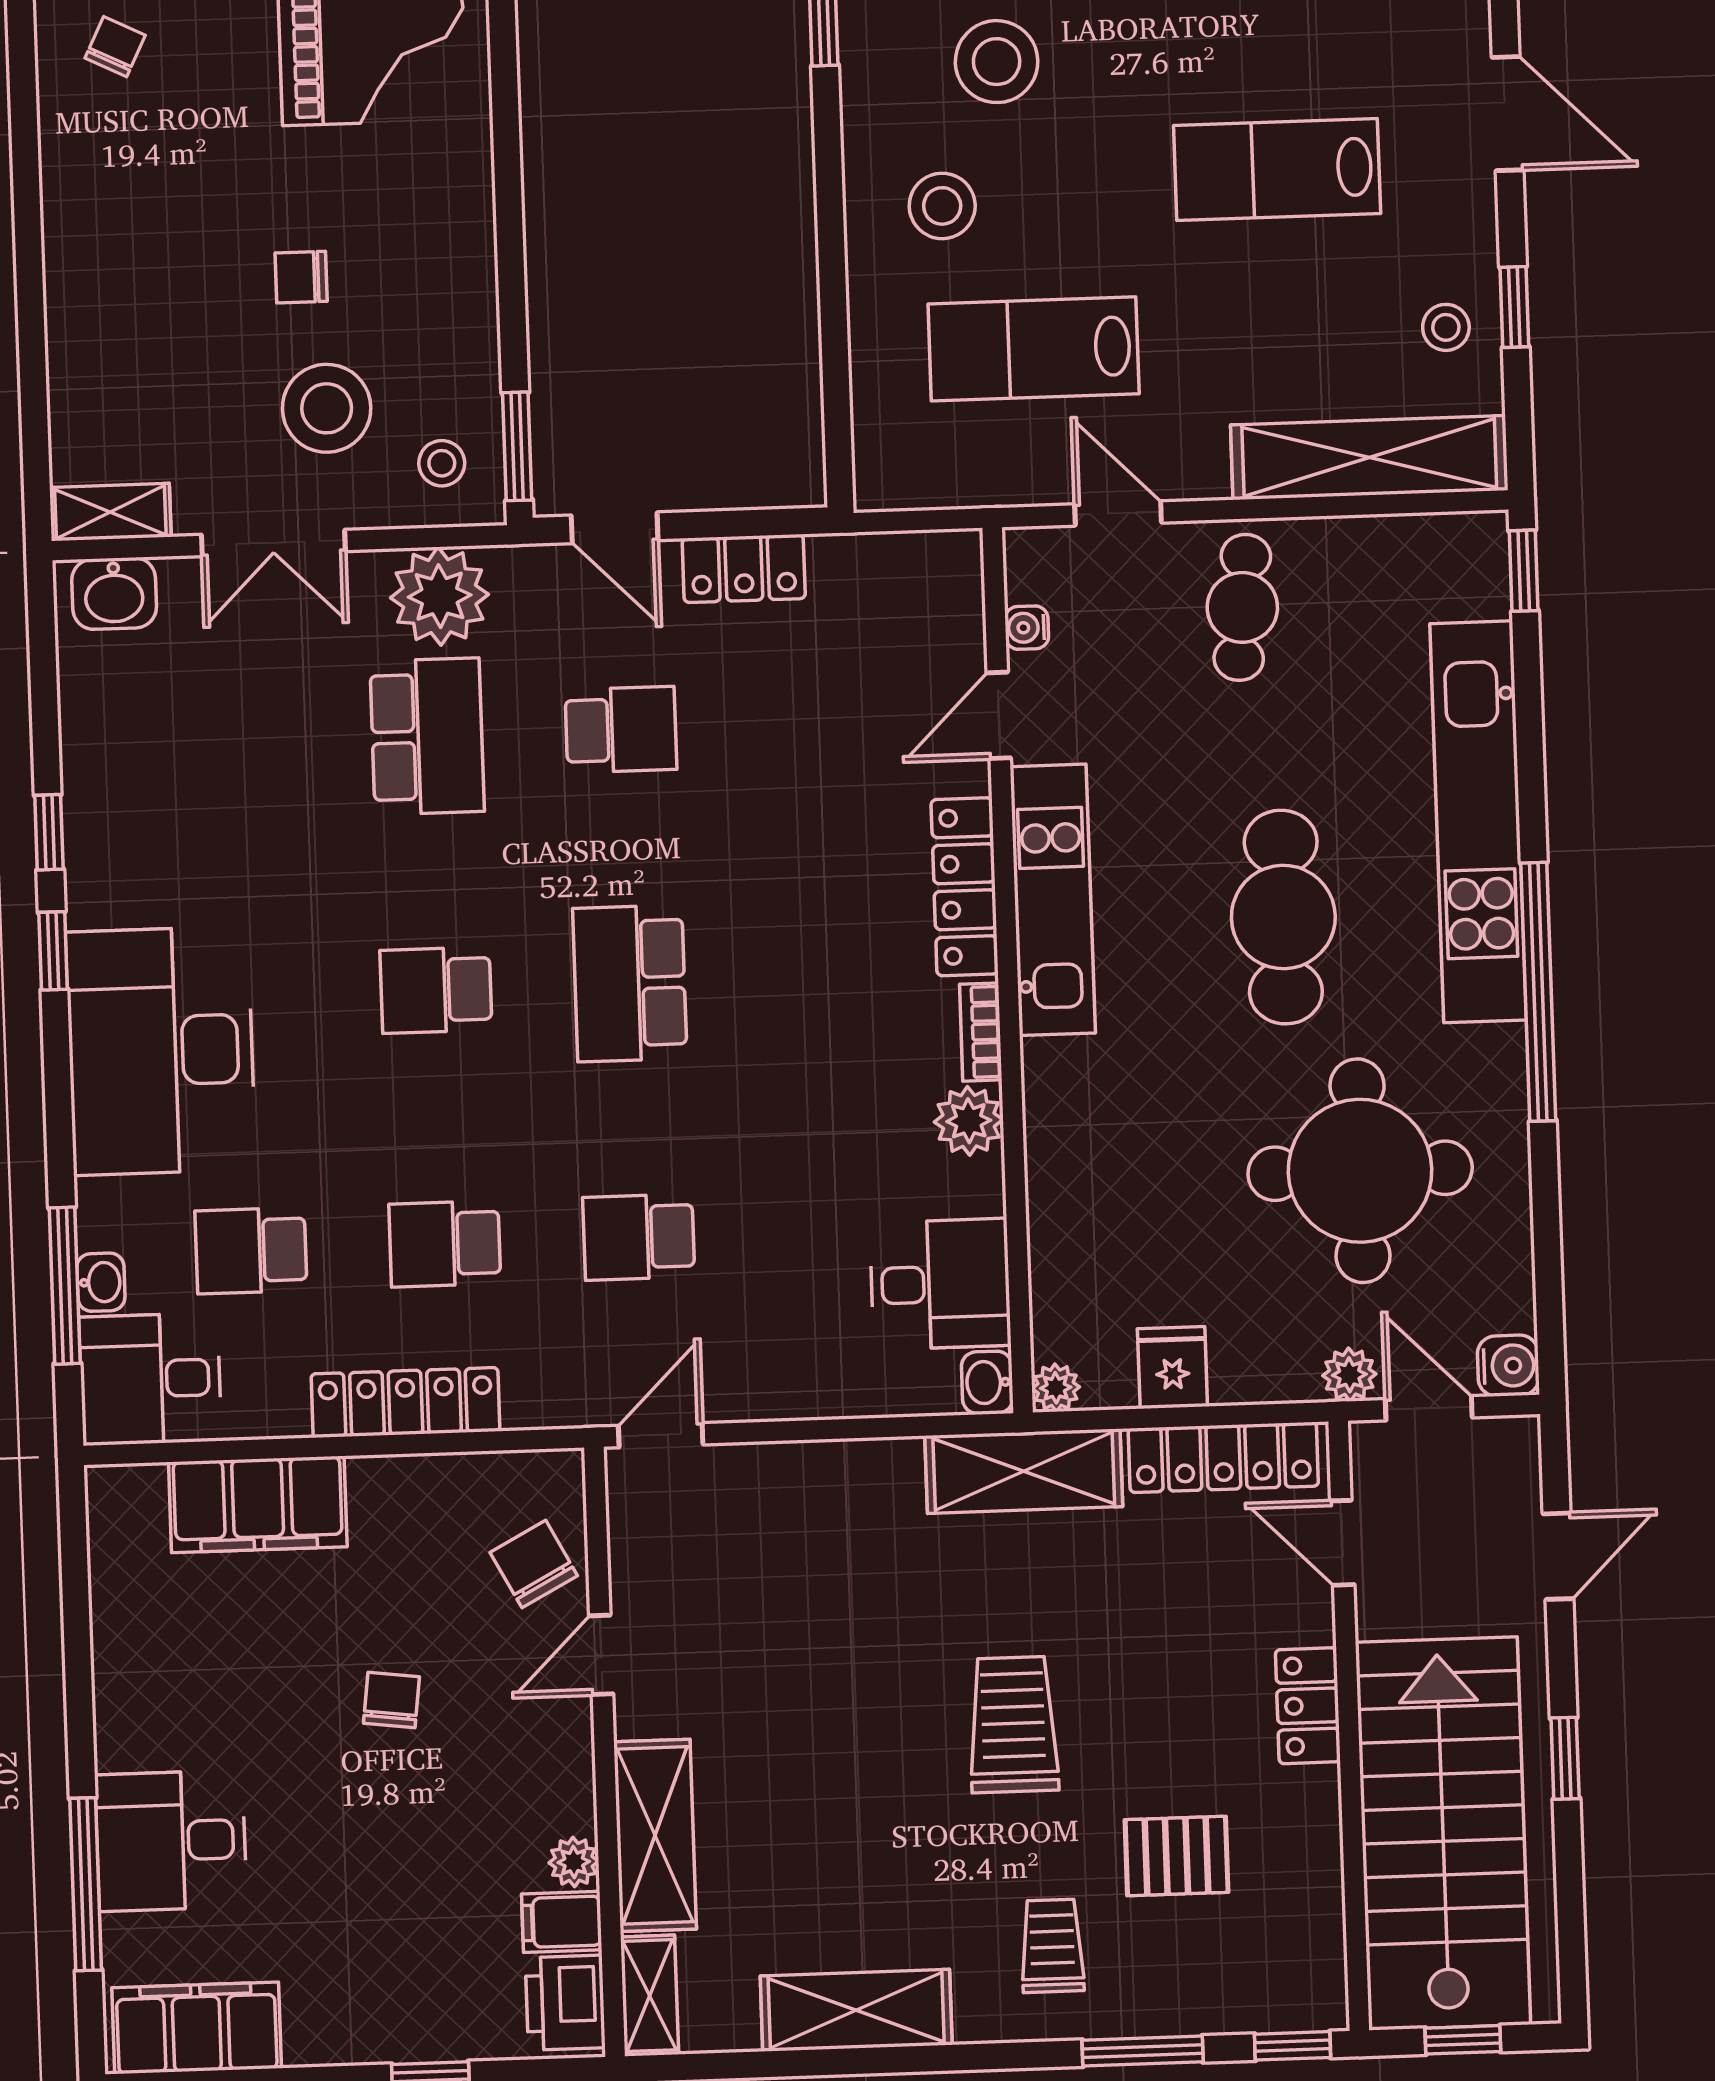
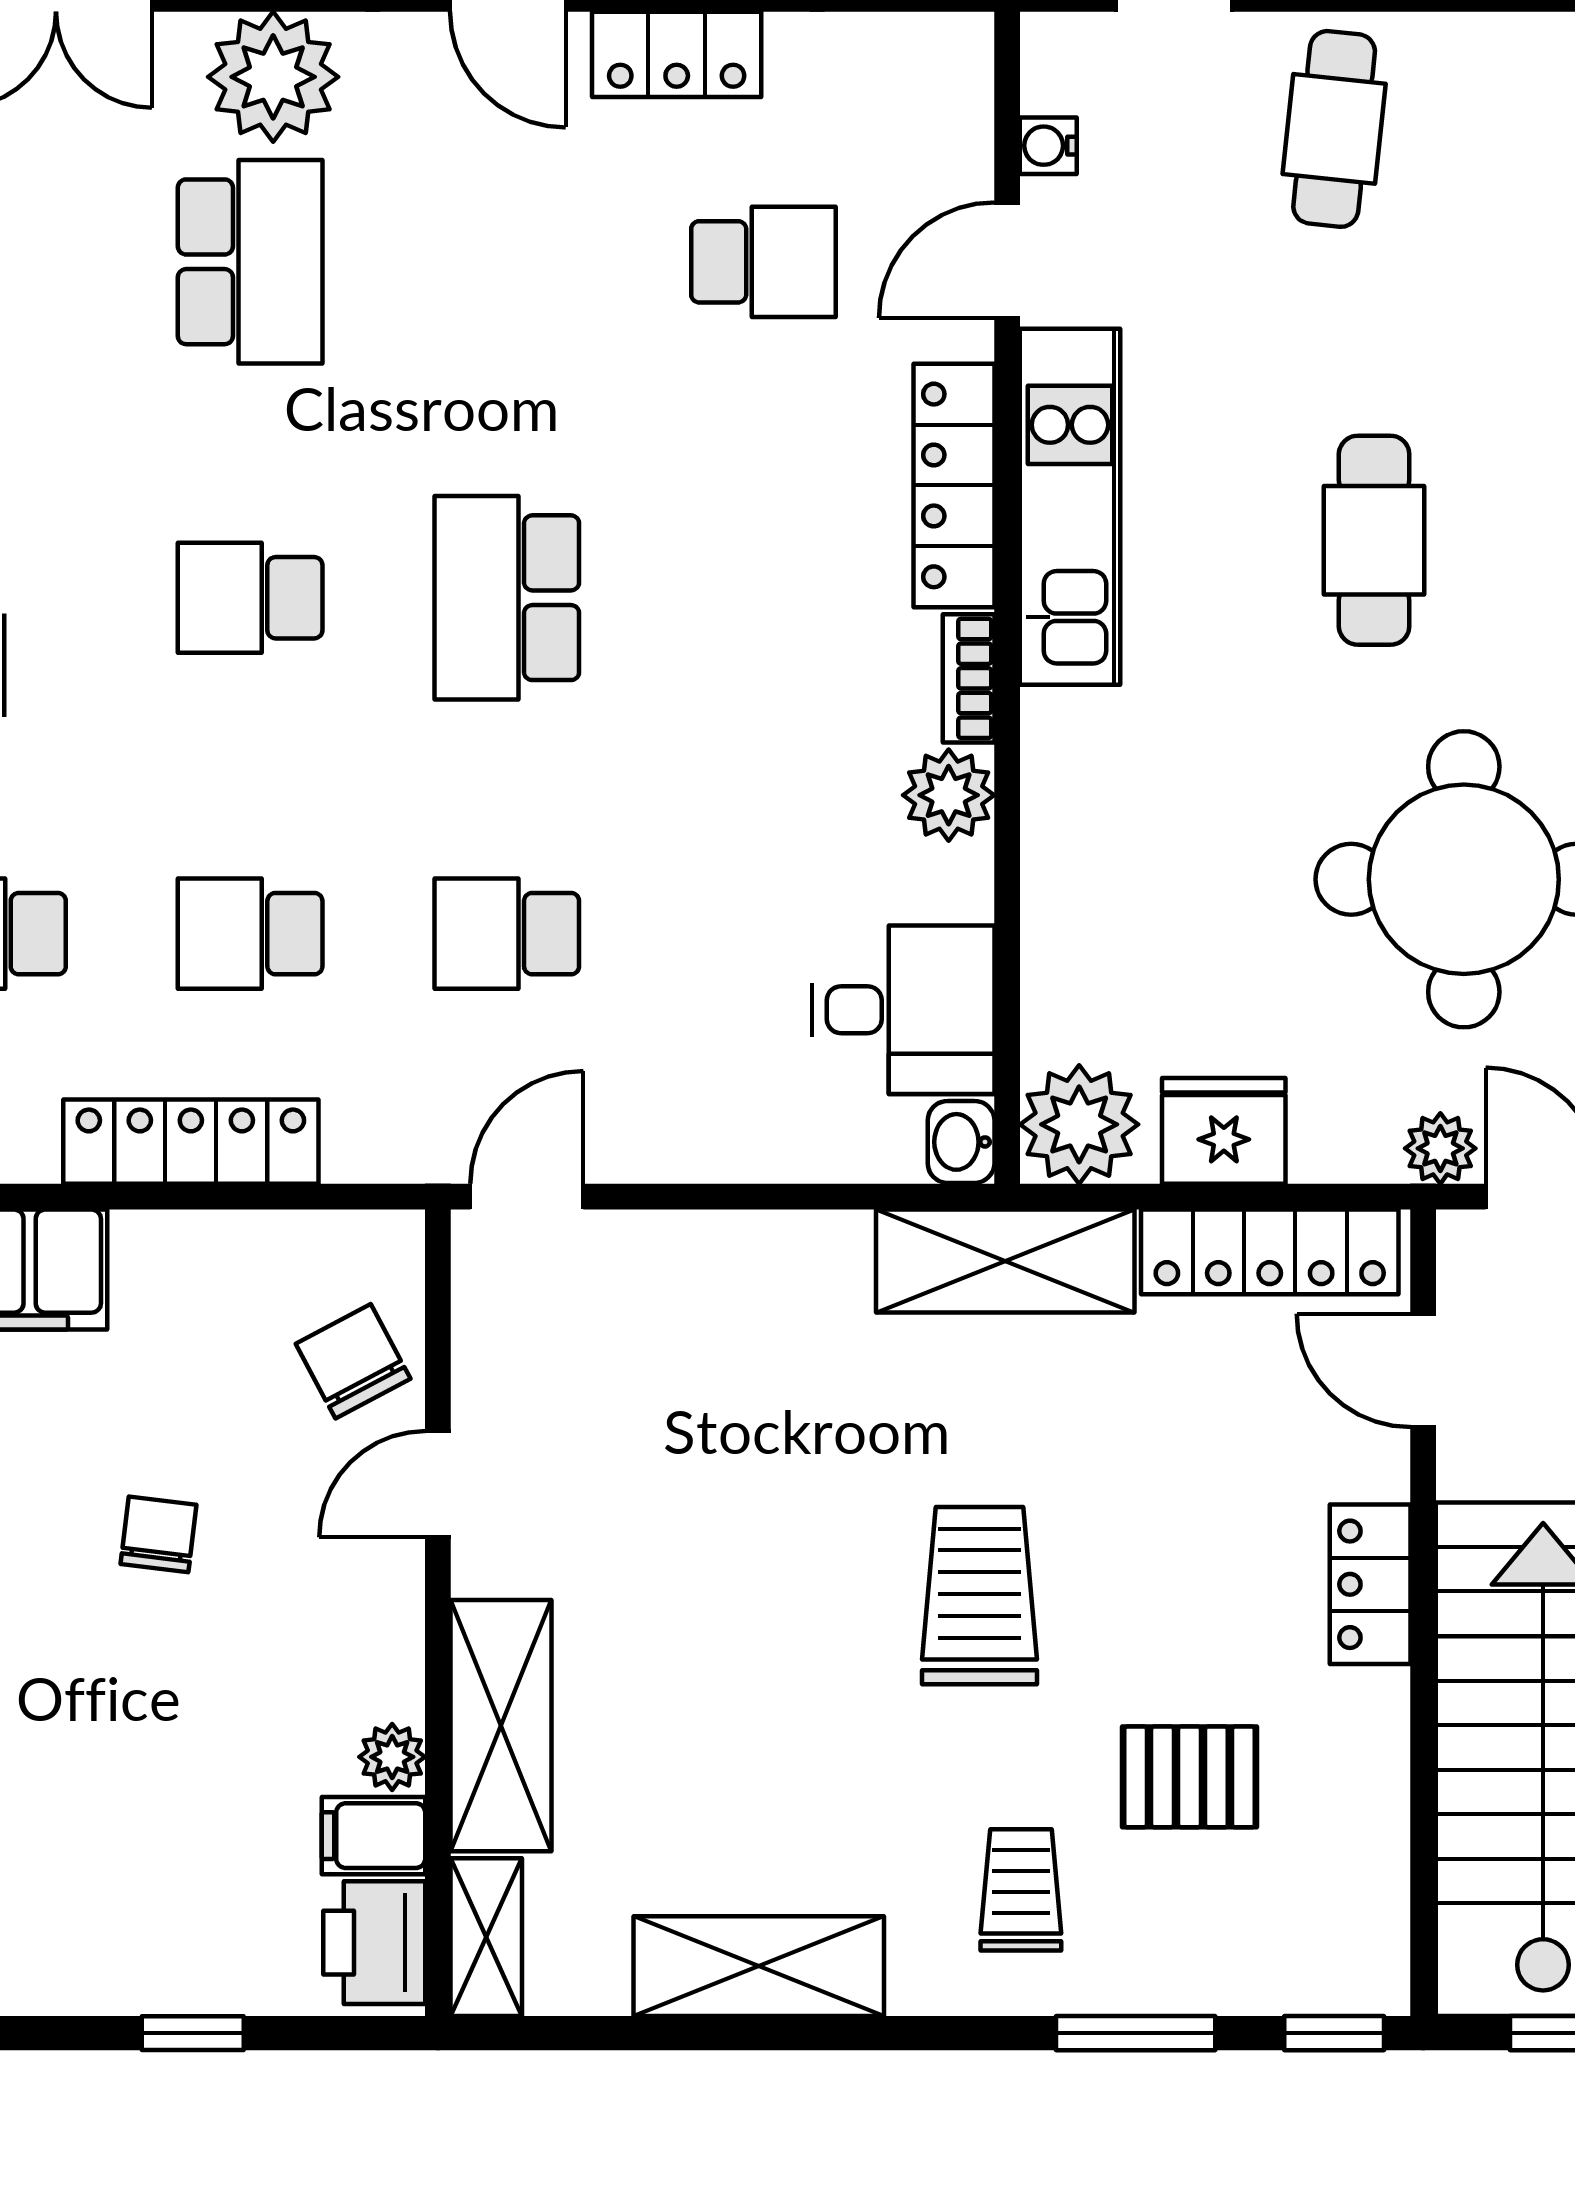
school desk: (621, 730) -> (763, 262), moved
cafe table: (1283, 917) -> (1374, 540), width x0.73, depth x0.74
fridge: (1172, 1368) -> (1224, 1131), width x1.38
plant: (1056, 1388) -> (1079, 1124), width x1.88, depth x1.88

